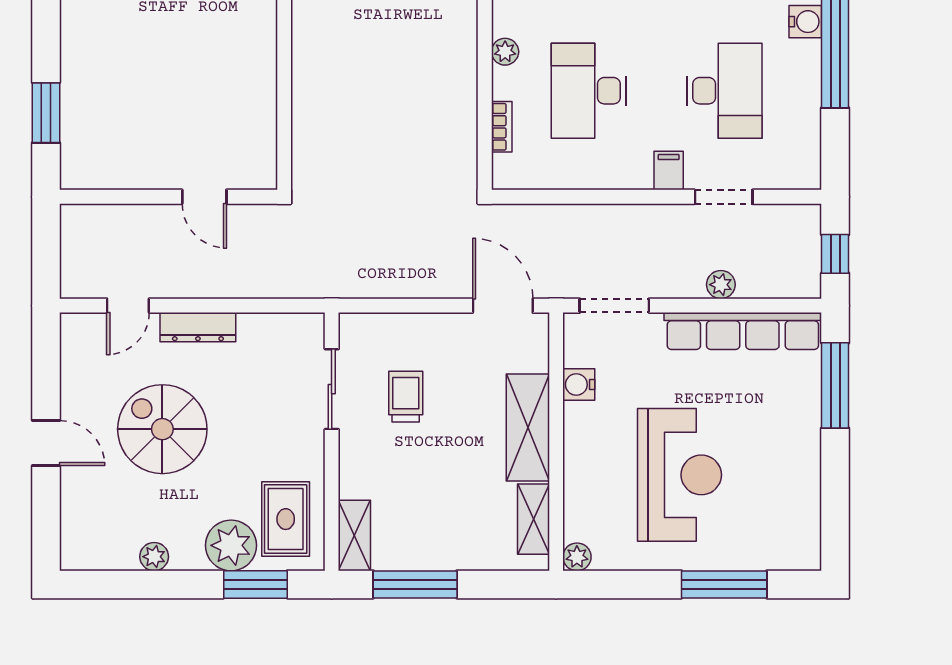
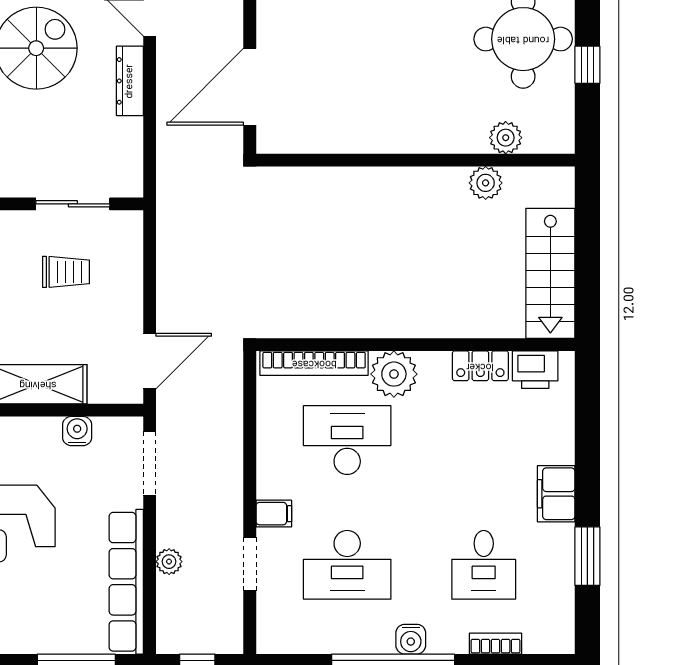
plant: (505, 52) -> (394, 374), width x1.87, depth x1.87
bookcase: (502, 127) -> (314, 363), width x2.31, depth x1.31
door: (204, 197) -> (250, 87), width x1.88

